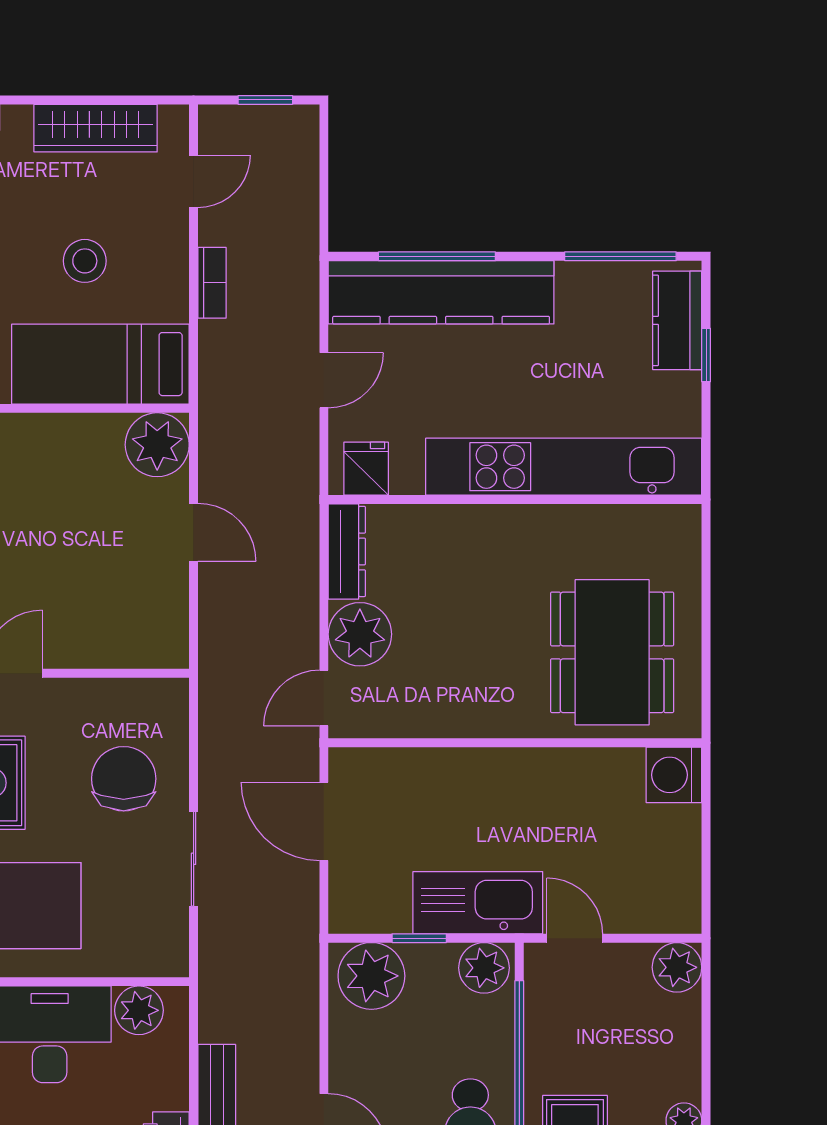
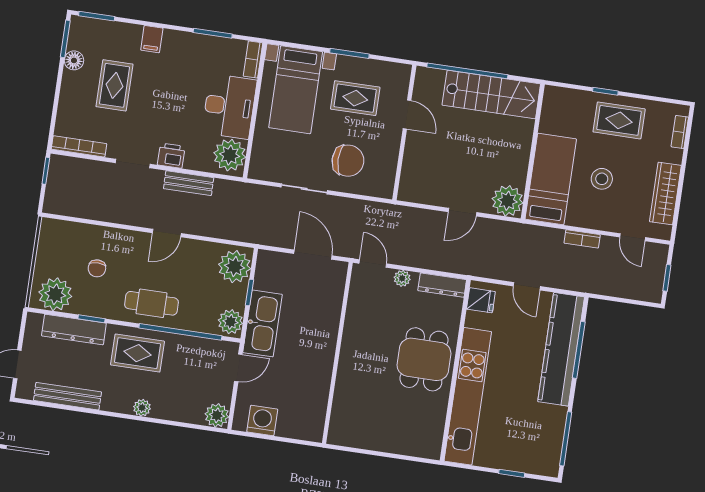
kitchen counter: (677, 320) -> (531, 462), removed
plant: (360, 634) -> (402, 278), width x0.53, depth x0.53
dining table: (612, 652) -> (424, 359), moved, width x0.73
washing machine: (674, 775) -> (262, 421), moved
door: (324, 821) -> (313, 255), hinge flipped
plant: (139, 1010) -> (230, 155), width x1.36, depth x1.36

